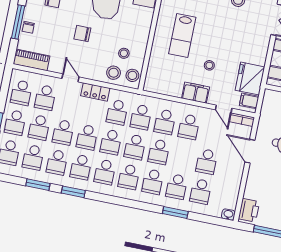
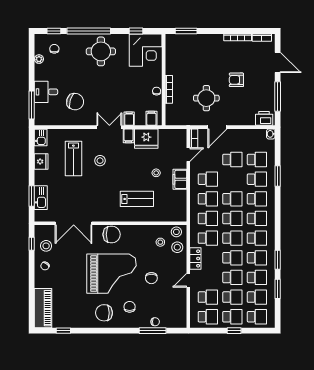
piano: (31, 60) -> (180, 314), removed
fridge: (250, 79) -> (146, 139), moved
filing cabinet: (249, 101) -> (129, 136), moved

